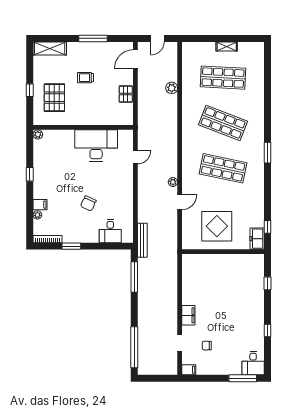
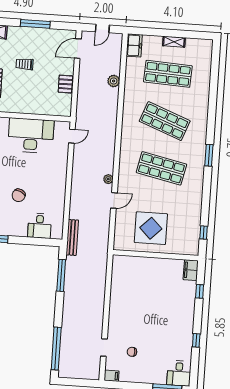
door: (135, 157) -> (72, 136), moved
freezer: (257, 239) -> (134, 45), moved, turned 180
filing cabinet: (188, 315) -> (191, 270), moved, turned 180

